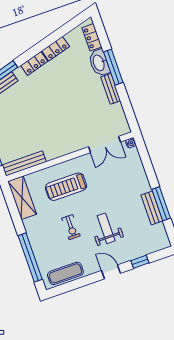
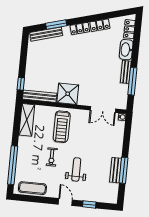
window: (113, 67) -> (132, 81), moved
shower: (55, 145) -> (68, 94), added
treadmill: (66, 187) -> (62, 127), turned -90

